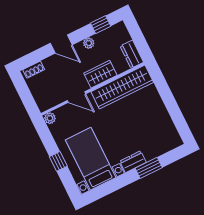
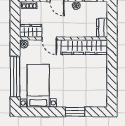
wardrobe: (100, 74) -> (31, 31), moved
window: (58, 161) -> (15, 77), width x3.17
dresser: (133, 162) -> (66, 102), removed

